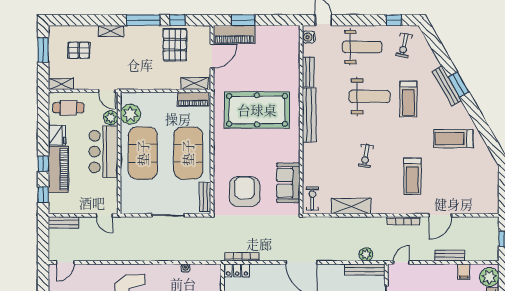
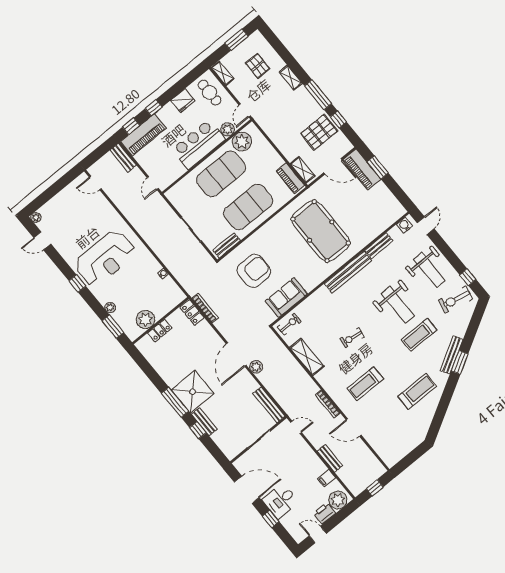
exercise bike: (404, 45) -> (456, 299), width x1.38, depth x1.39
treadmill: (454, 139) -> (417, 391), turned 90
piano: (58, 169) -> (143, 135), moved
plant: (366, 254) -> (256, 367), moved

